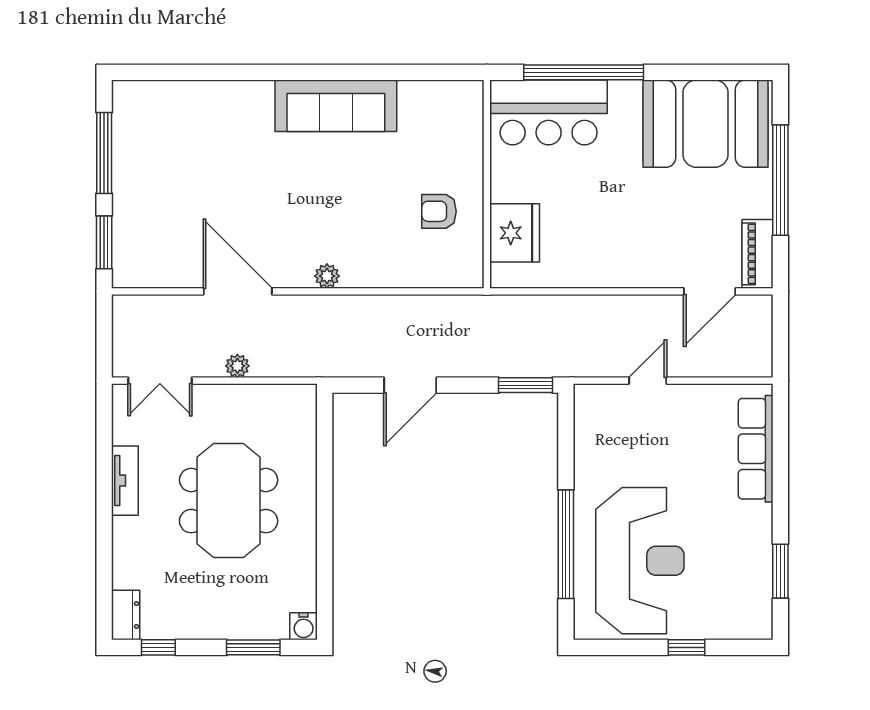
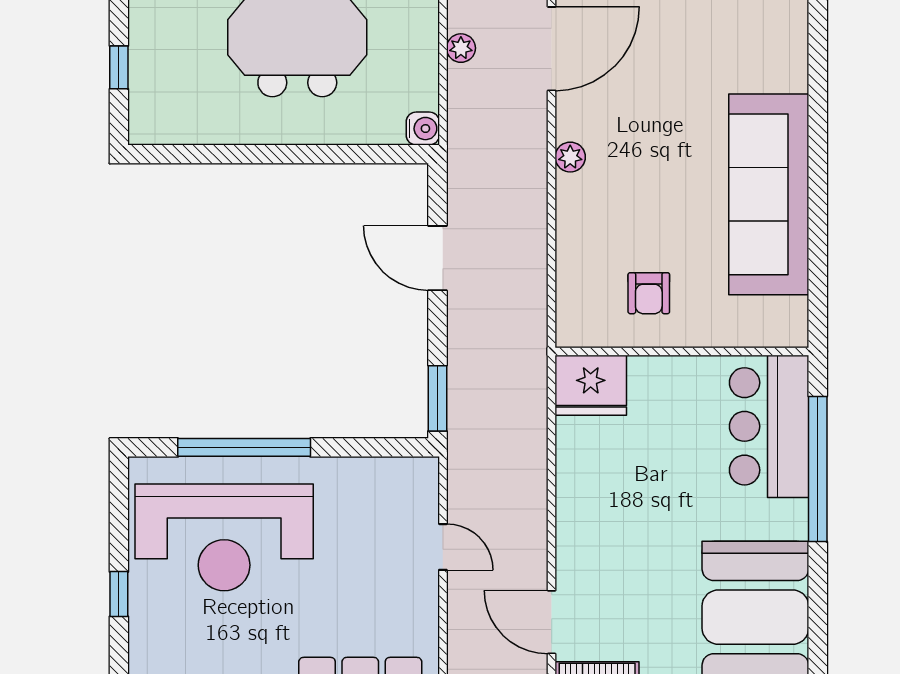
sofa: (336, 106) -> (769, 194), width x1.36, depth x1.27
armchair: (439, 211) -> (649, 293), turned 180
fridge: (515, 233) -> (591, 385), moved
water cooler: (304, 626) -> (423, 129), moved, turned 180
window: (253, 647) -> (119, 67), width x0.67

